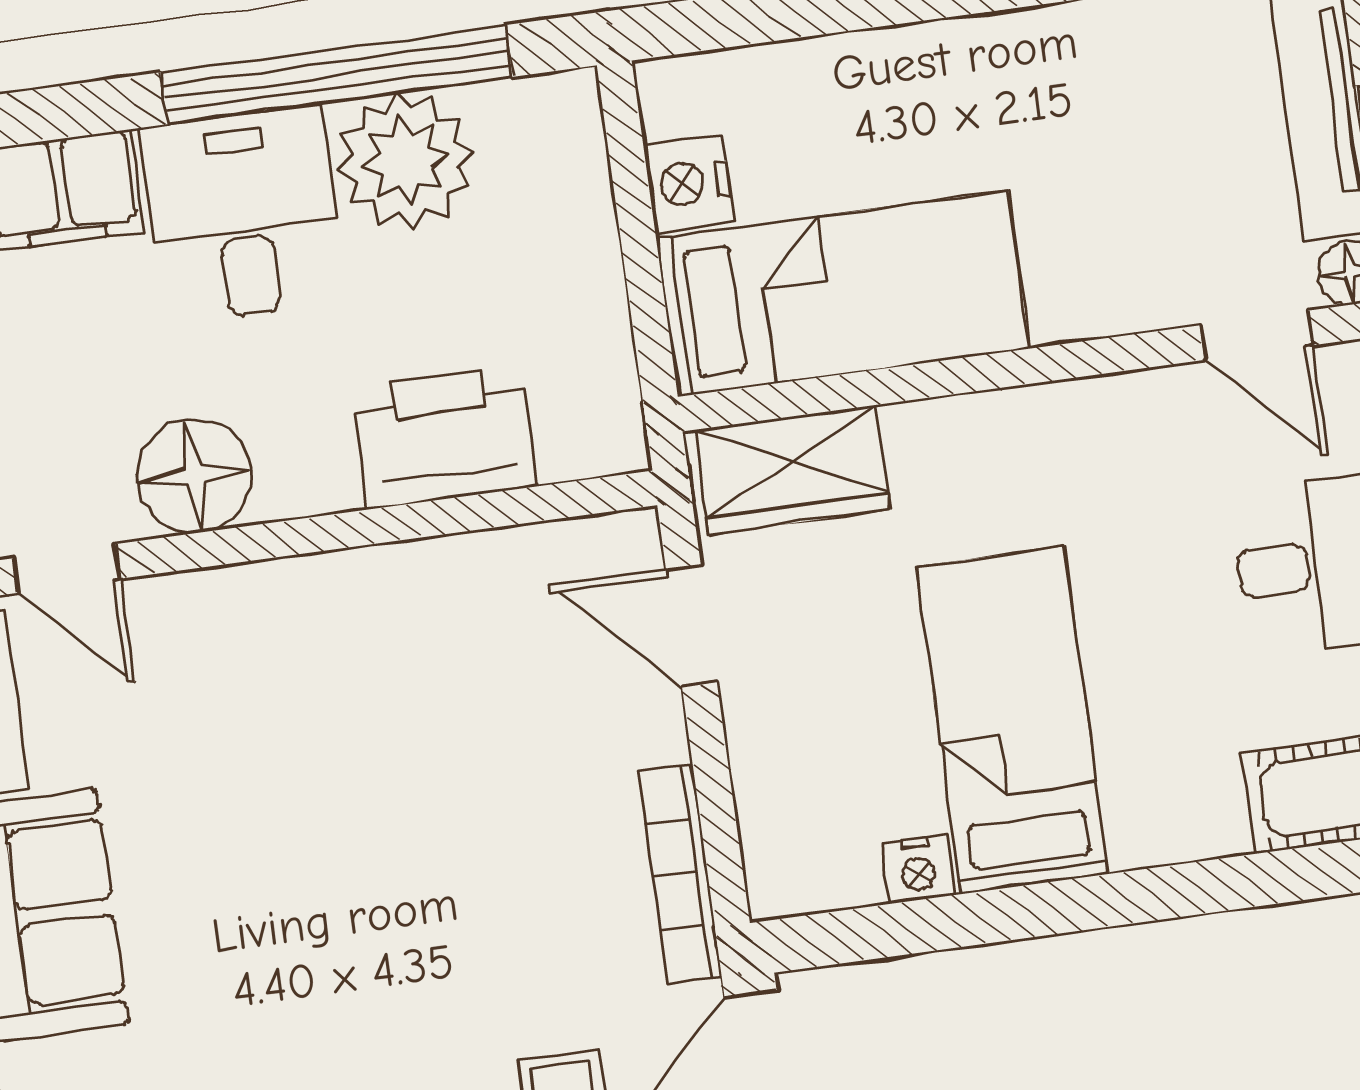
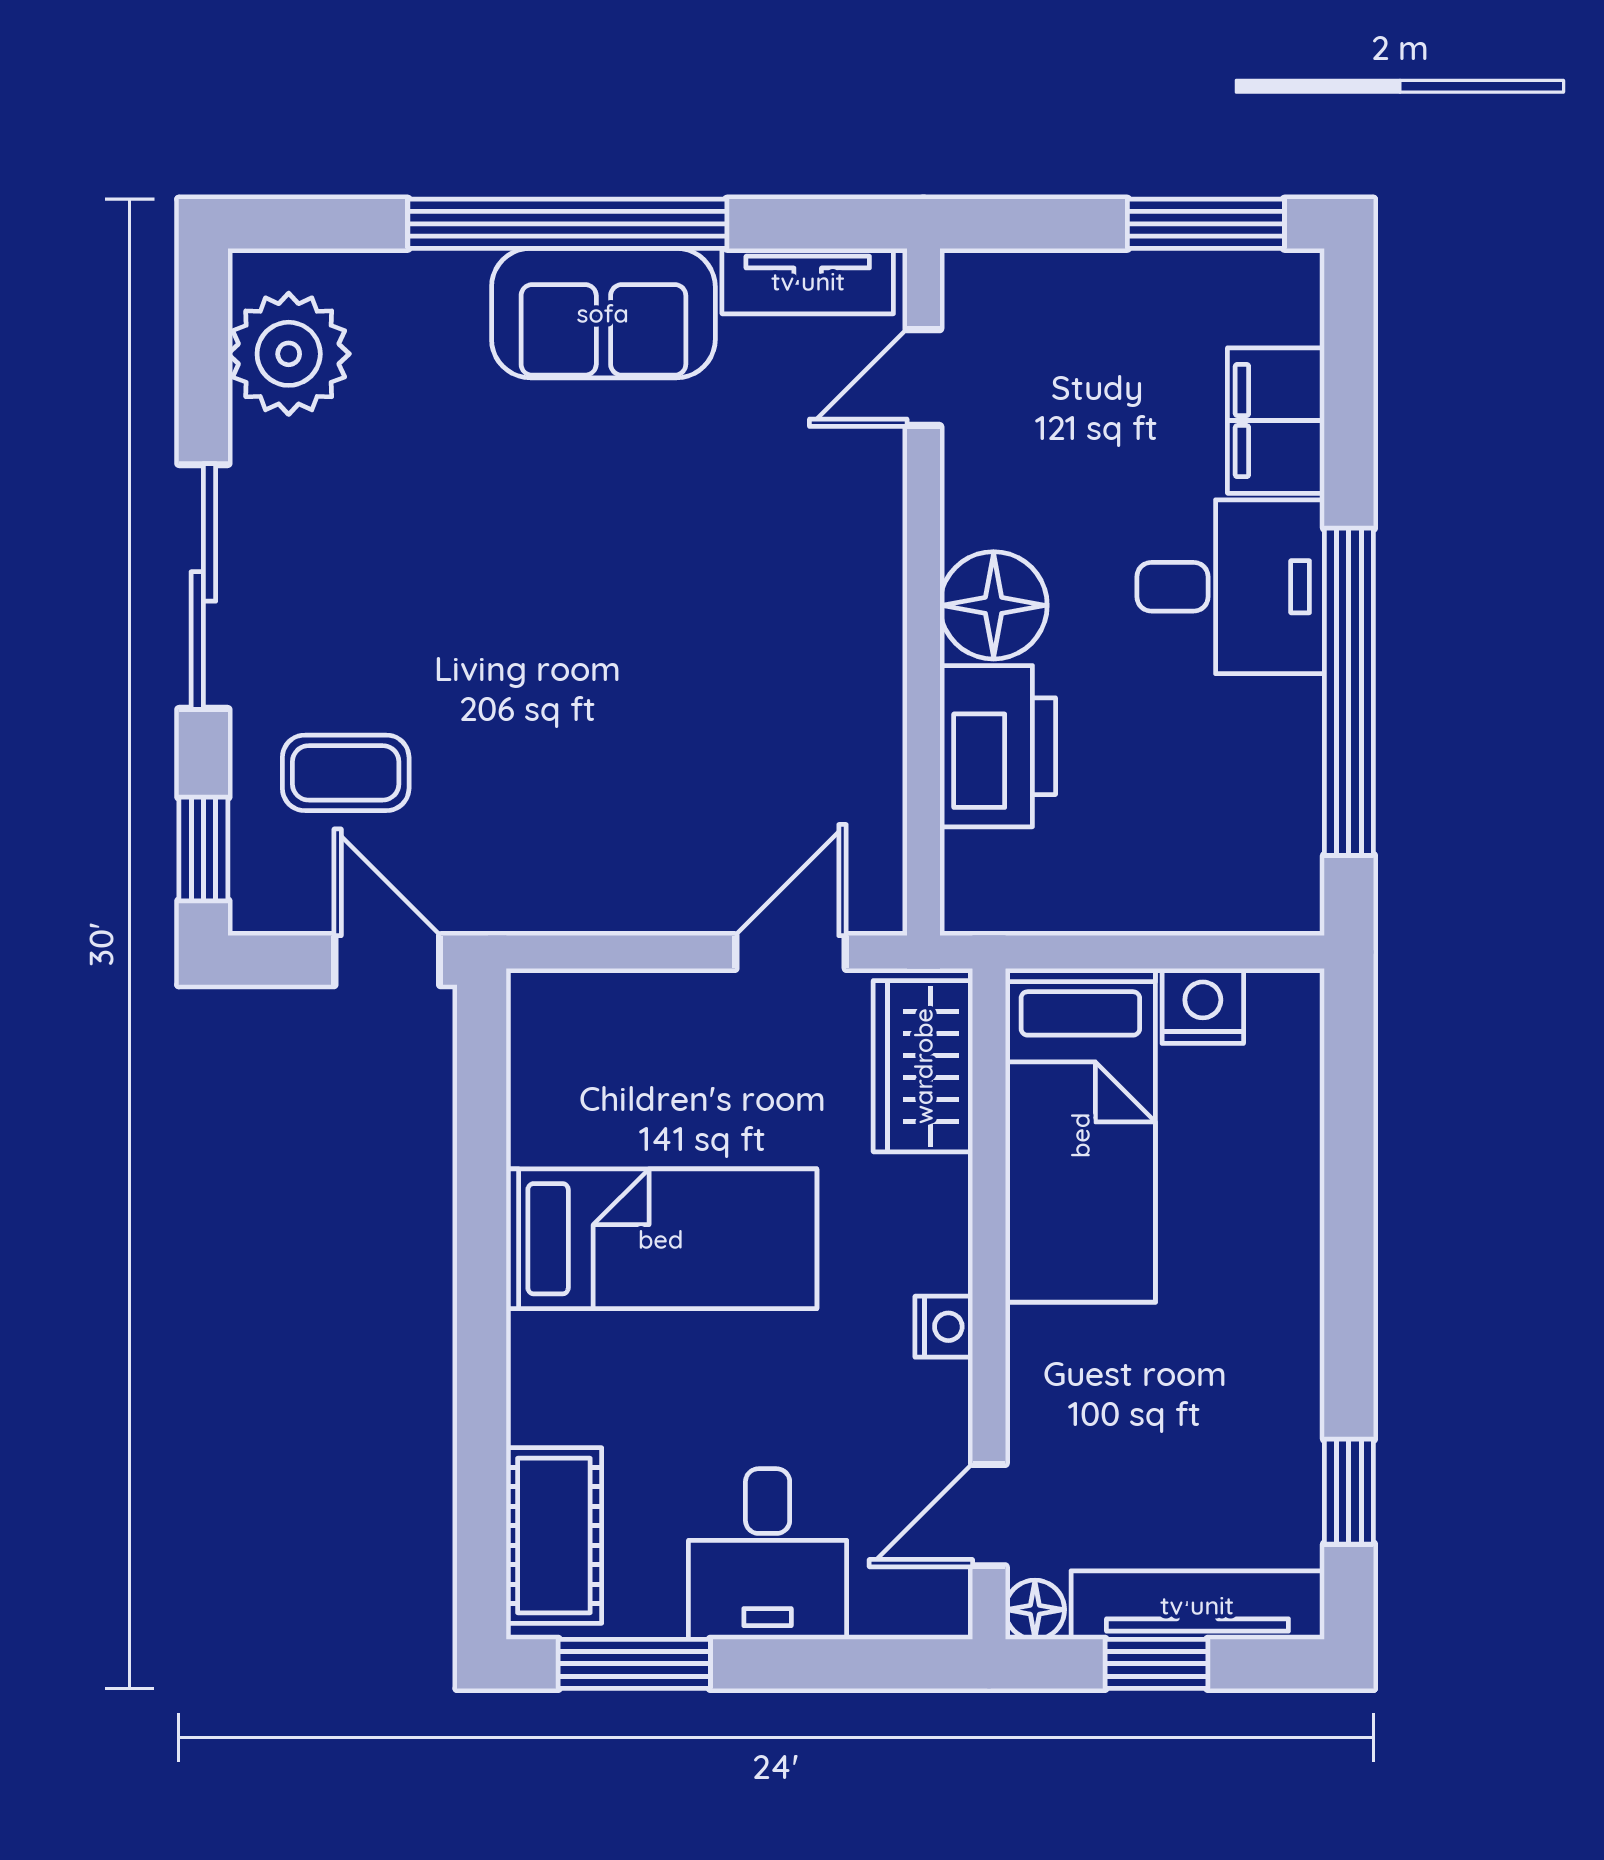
plant: (405, 161) -> (1260, 745), removed
floor lamp: (194, 476) -> (994, 605), moved
nightstand: (918, 869) -> (944, 1327), moved, turned 180
bookcase: (680, 874) -> (561, 910), removed

